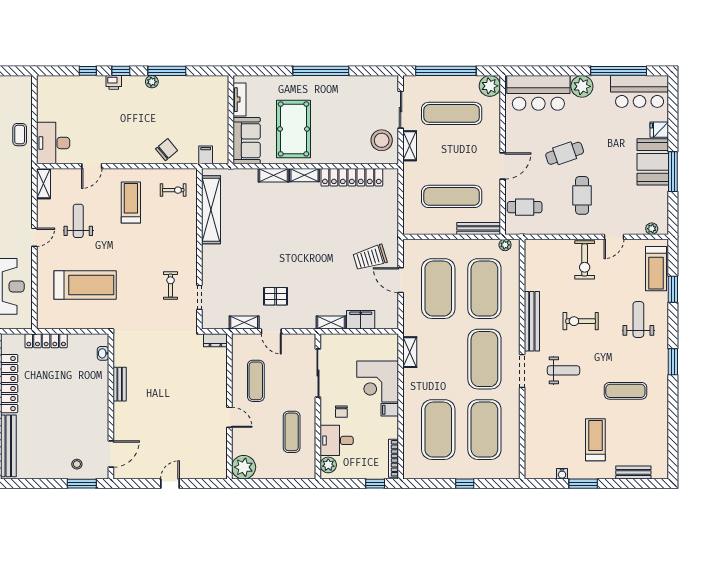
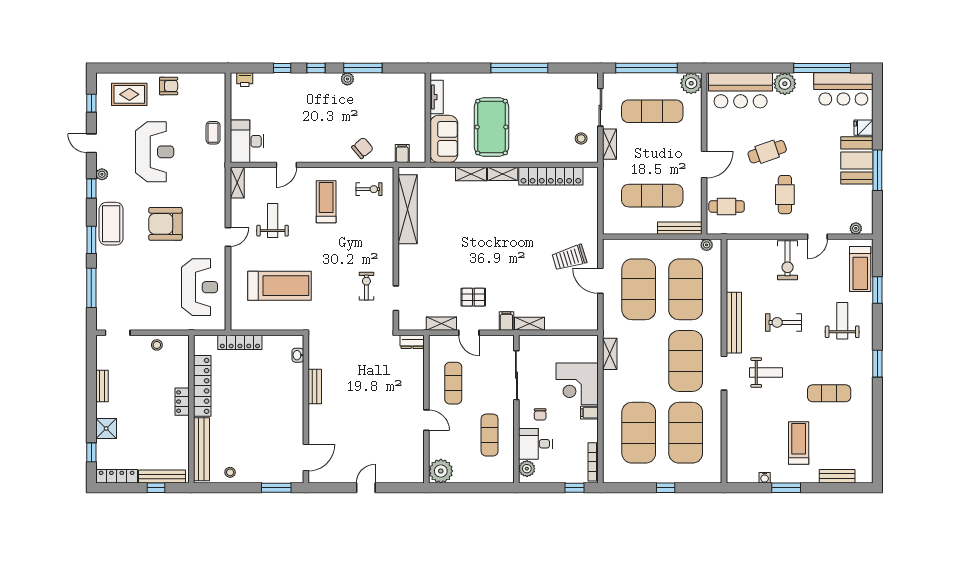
printer: (114, 82) -> (245, 80), moved
stool: (382, 140) -> (581, 138), width x0.53, depth x0.53
filing cabinet: (361, 320) -> (506, 321), moved, width x0.50
stool: (77, 464) -> (230, 472), moved

